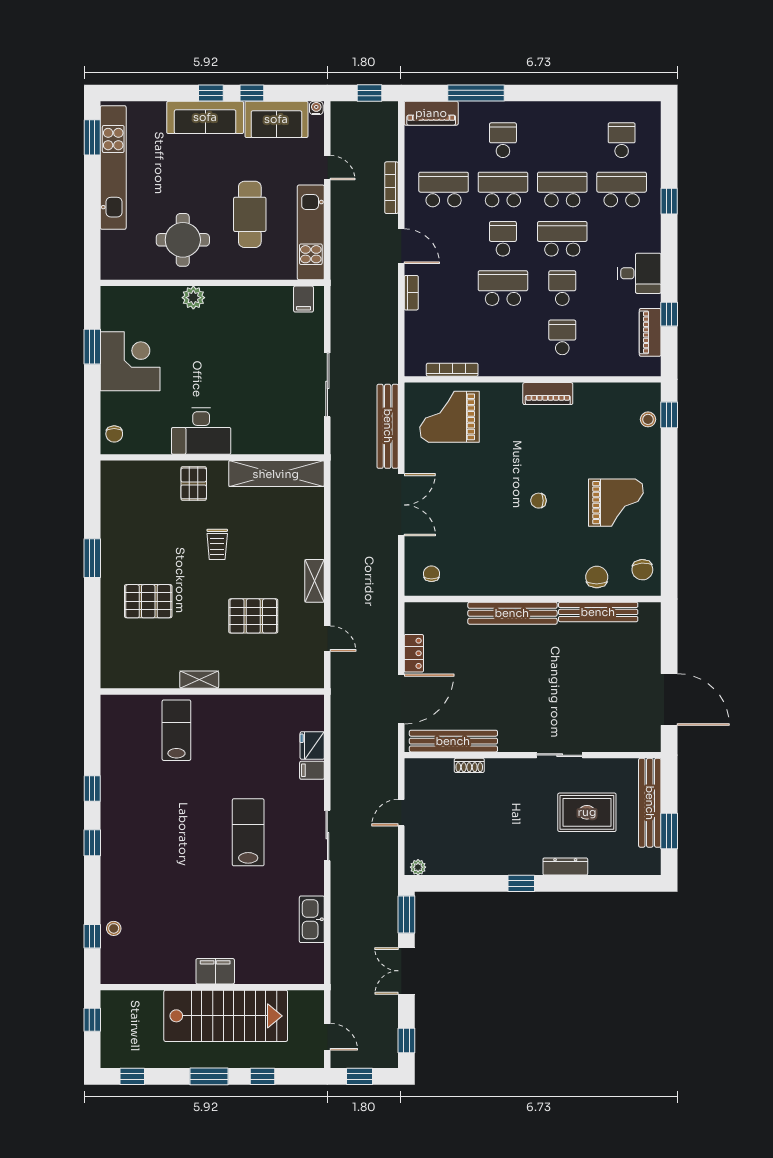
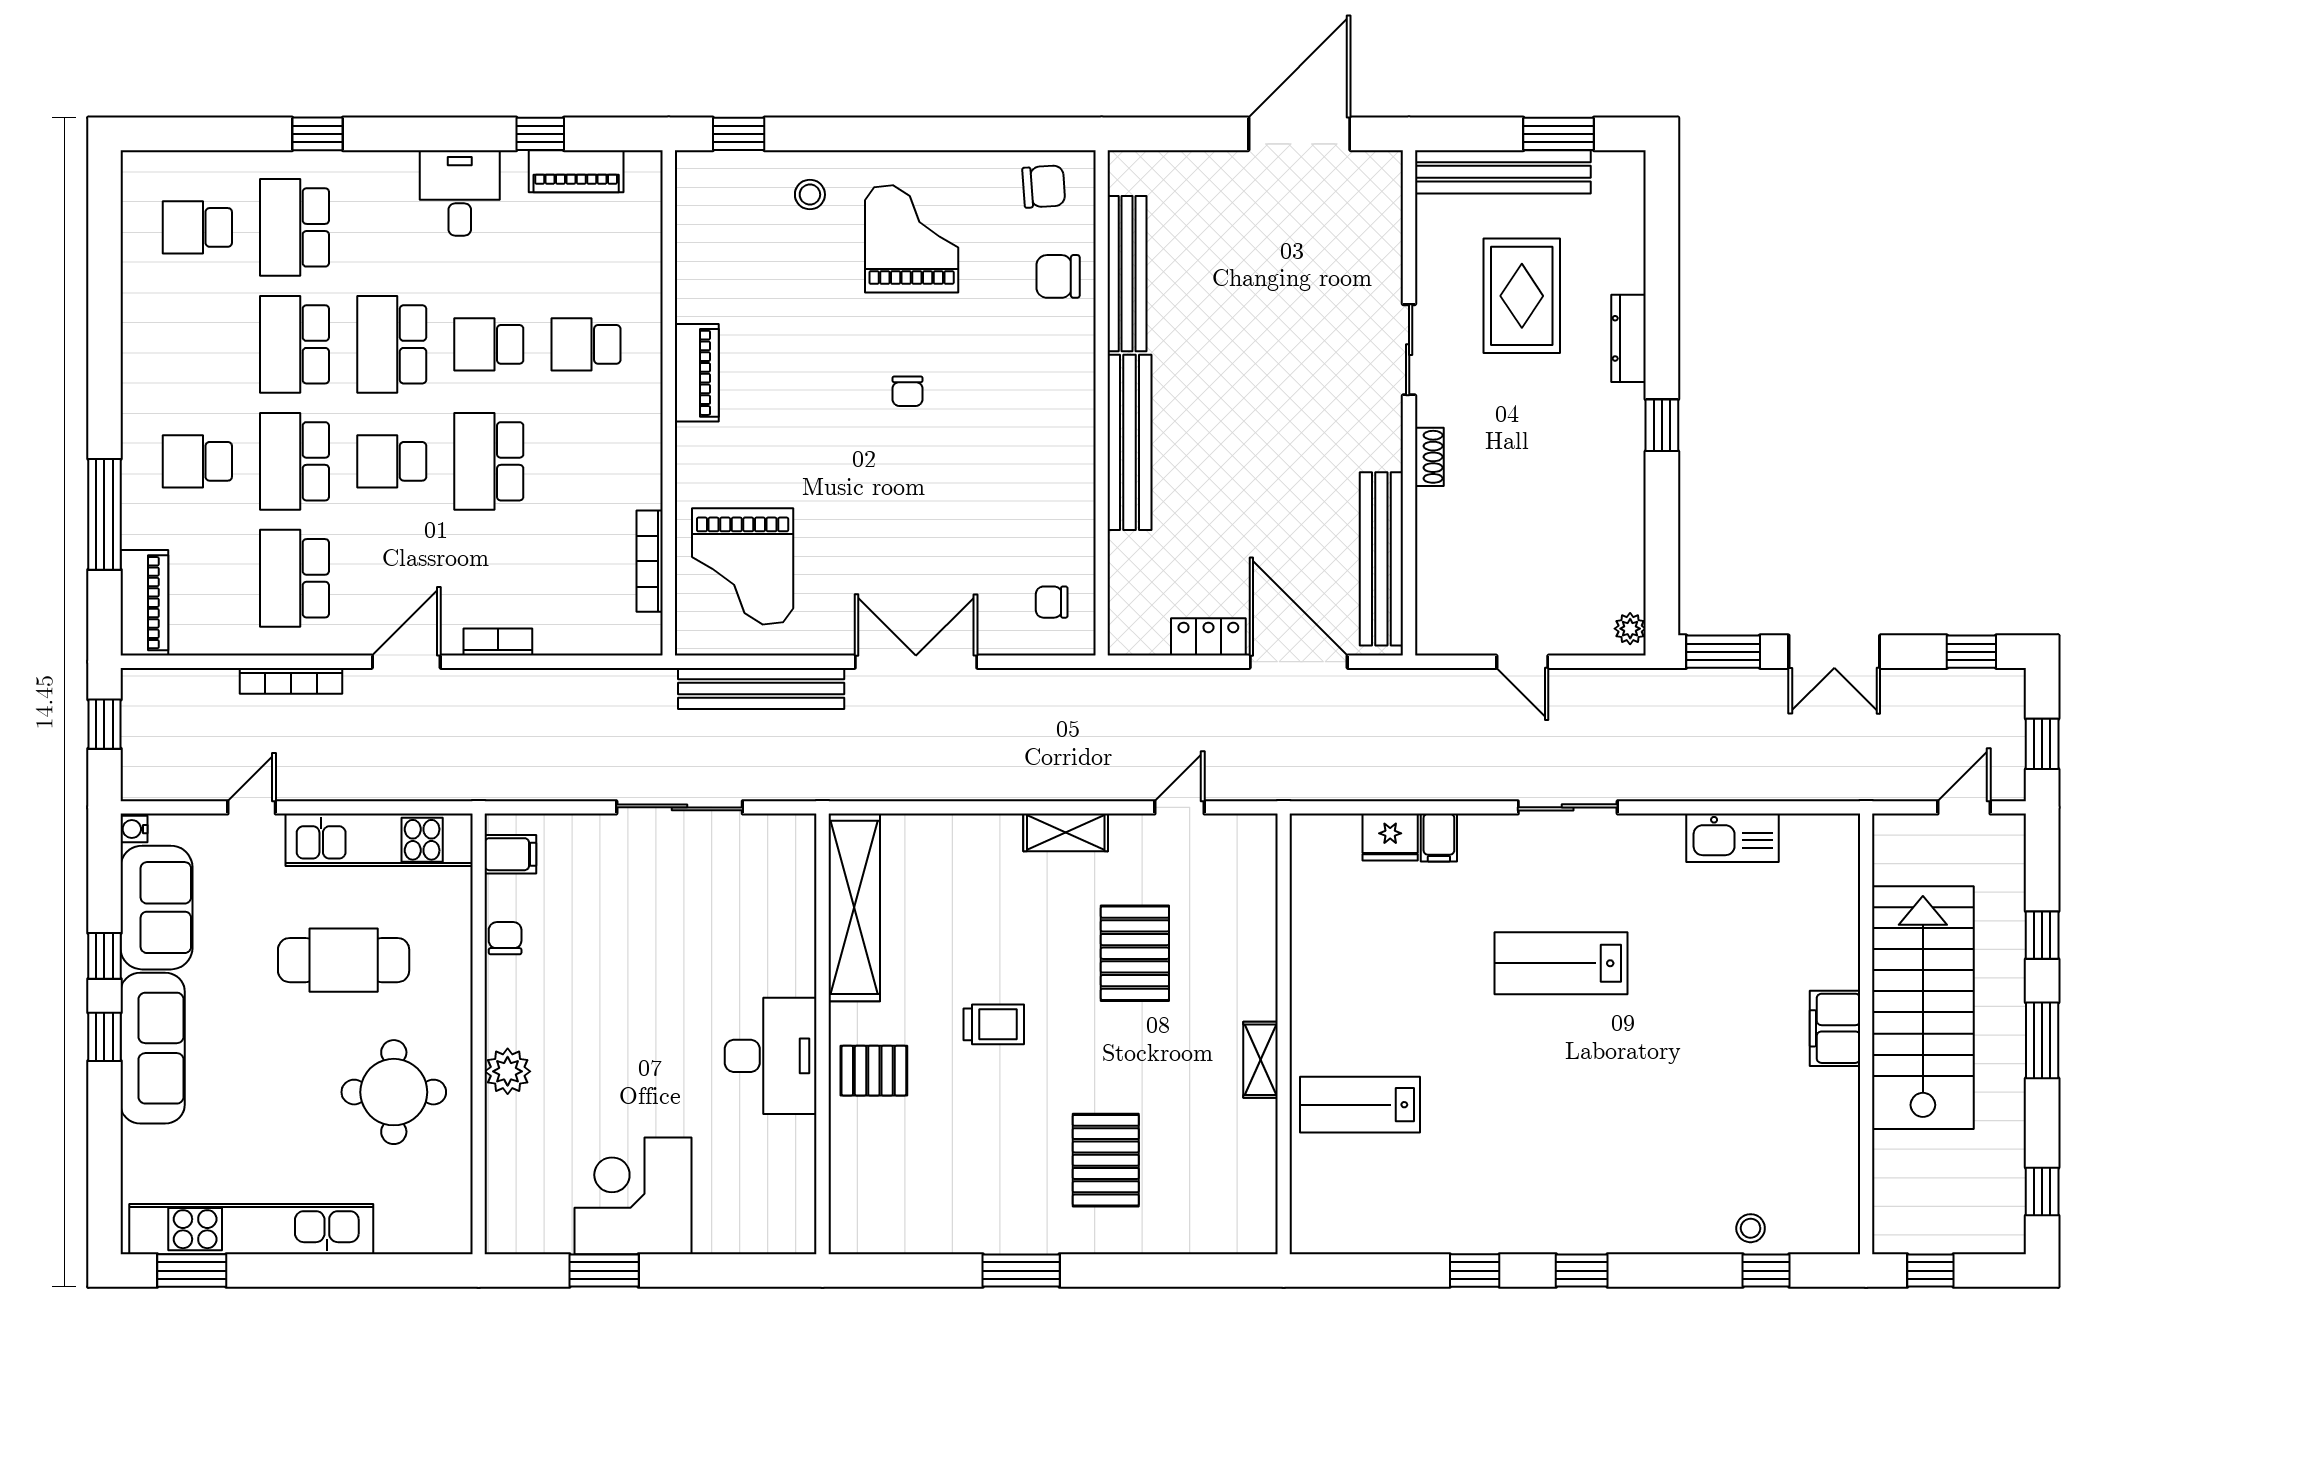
stool: (648, 419) -> (810, 195), moved
chair: (114, 434) -> (505, 938), moved, turned -90
shoe rack: (469, 765) -> (1429, 457), moved

